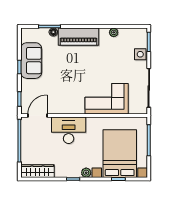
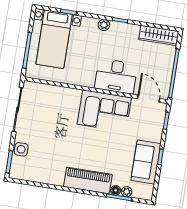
plant: (114, 32) -> (127, 192), moved
corner sofa: (107, 99) -> (104, 111), moved
door: (38, 115) -> (149, 99), swing flipped
bed with nightstands: (120, 154) -> (54, 39), width x0.73

